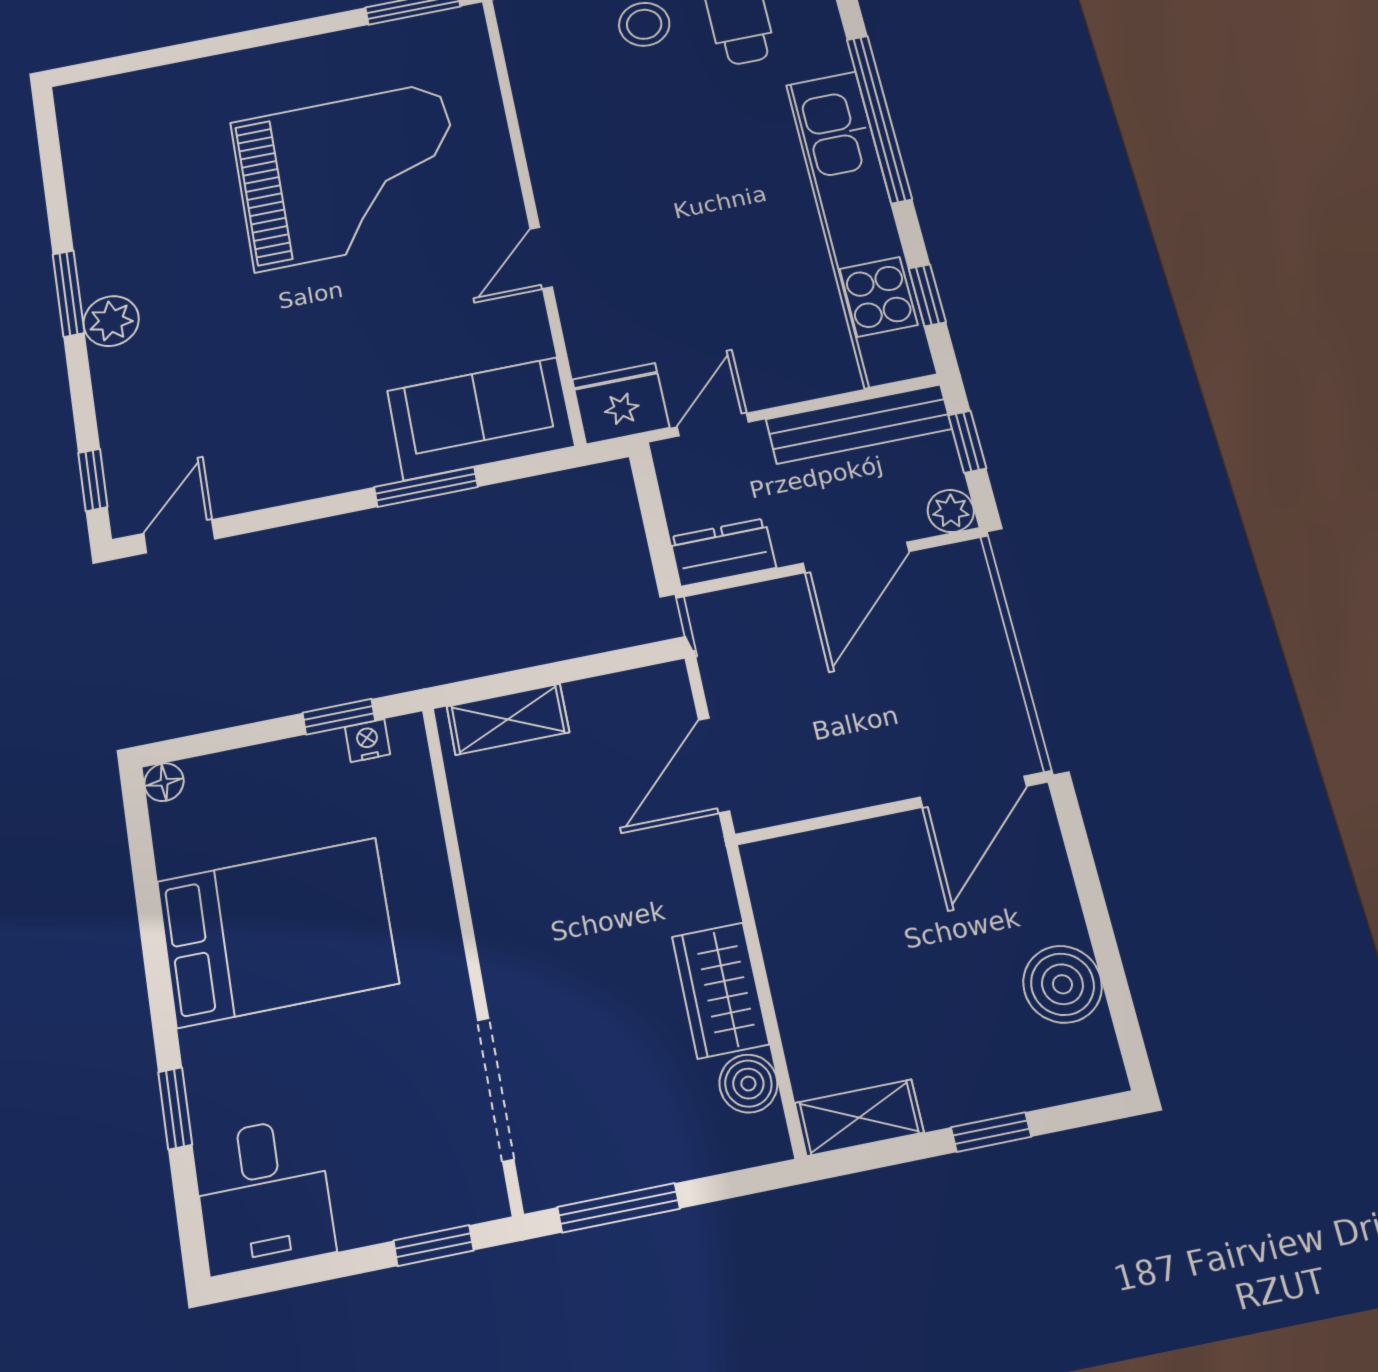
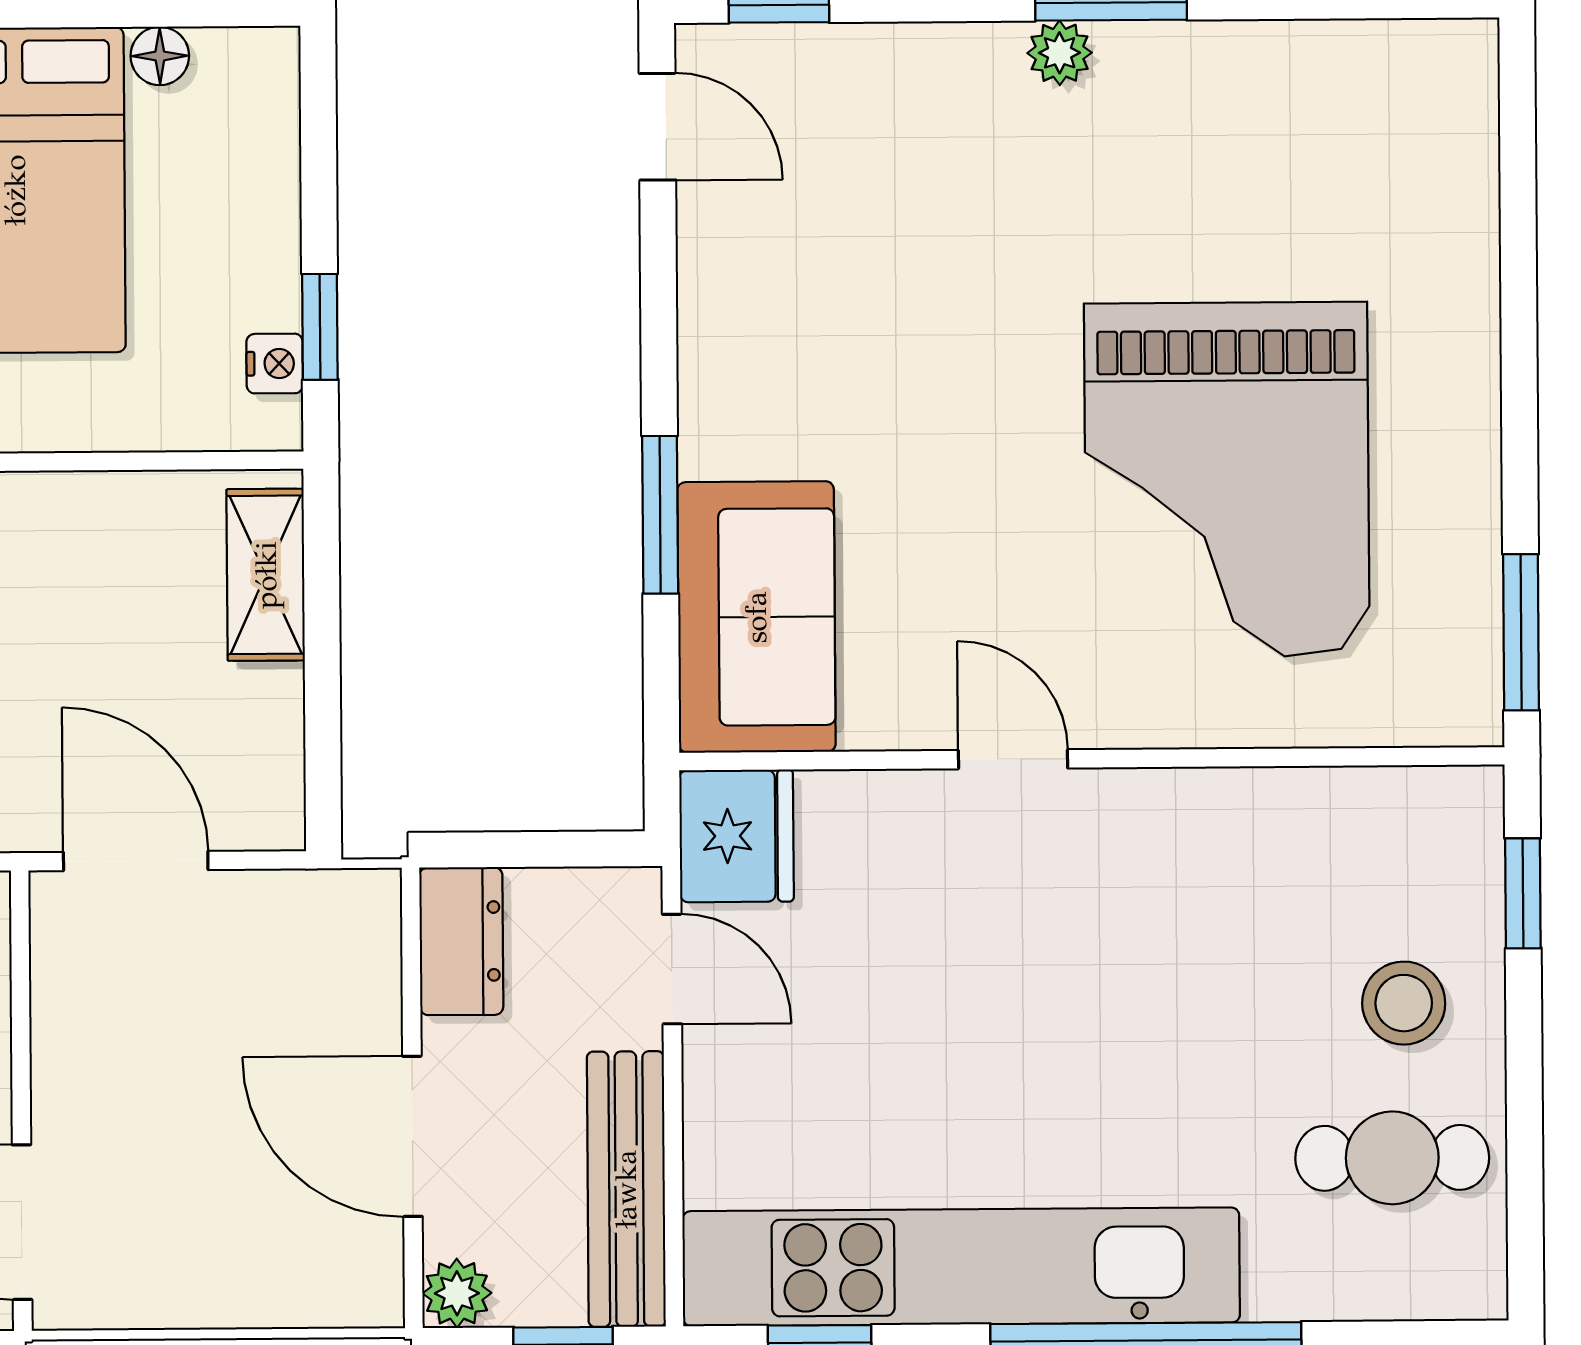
plant: (111, 321) -> (1060, 53), width x0.73, depth x0.73
floor lamp: (164, 782) -> (160, 56), moved

